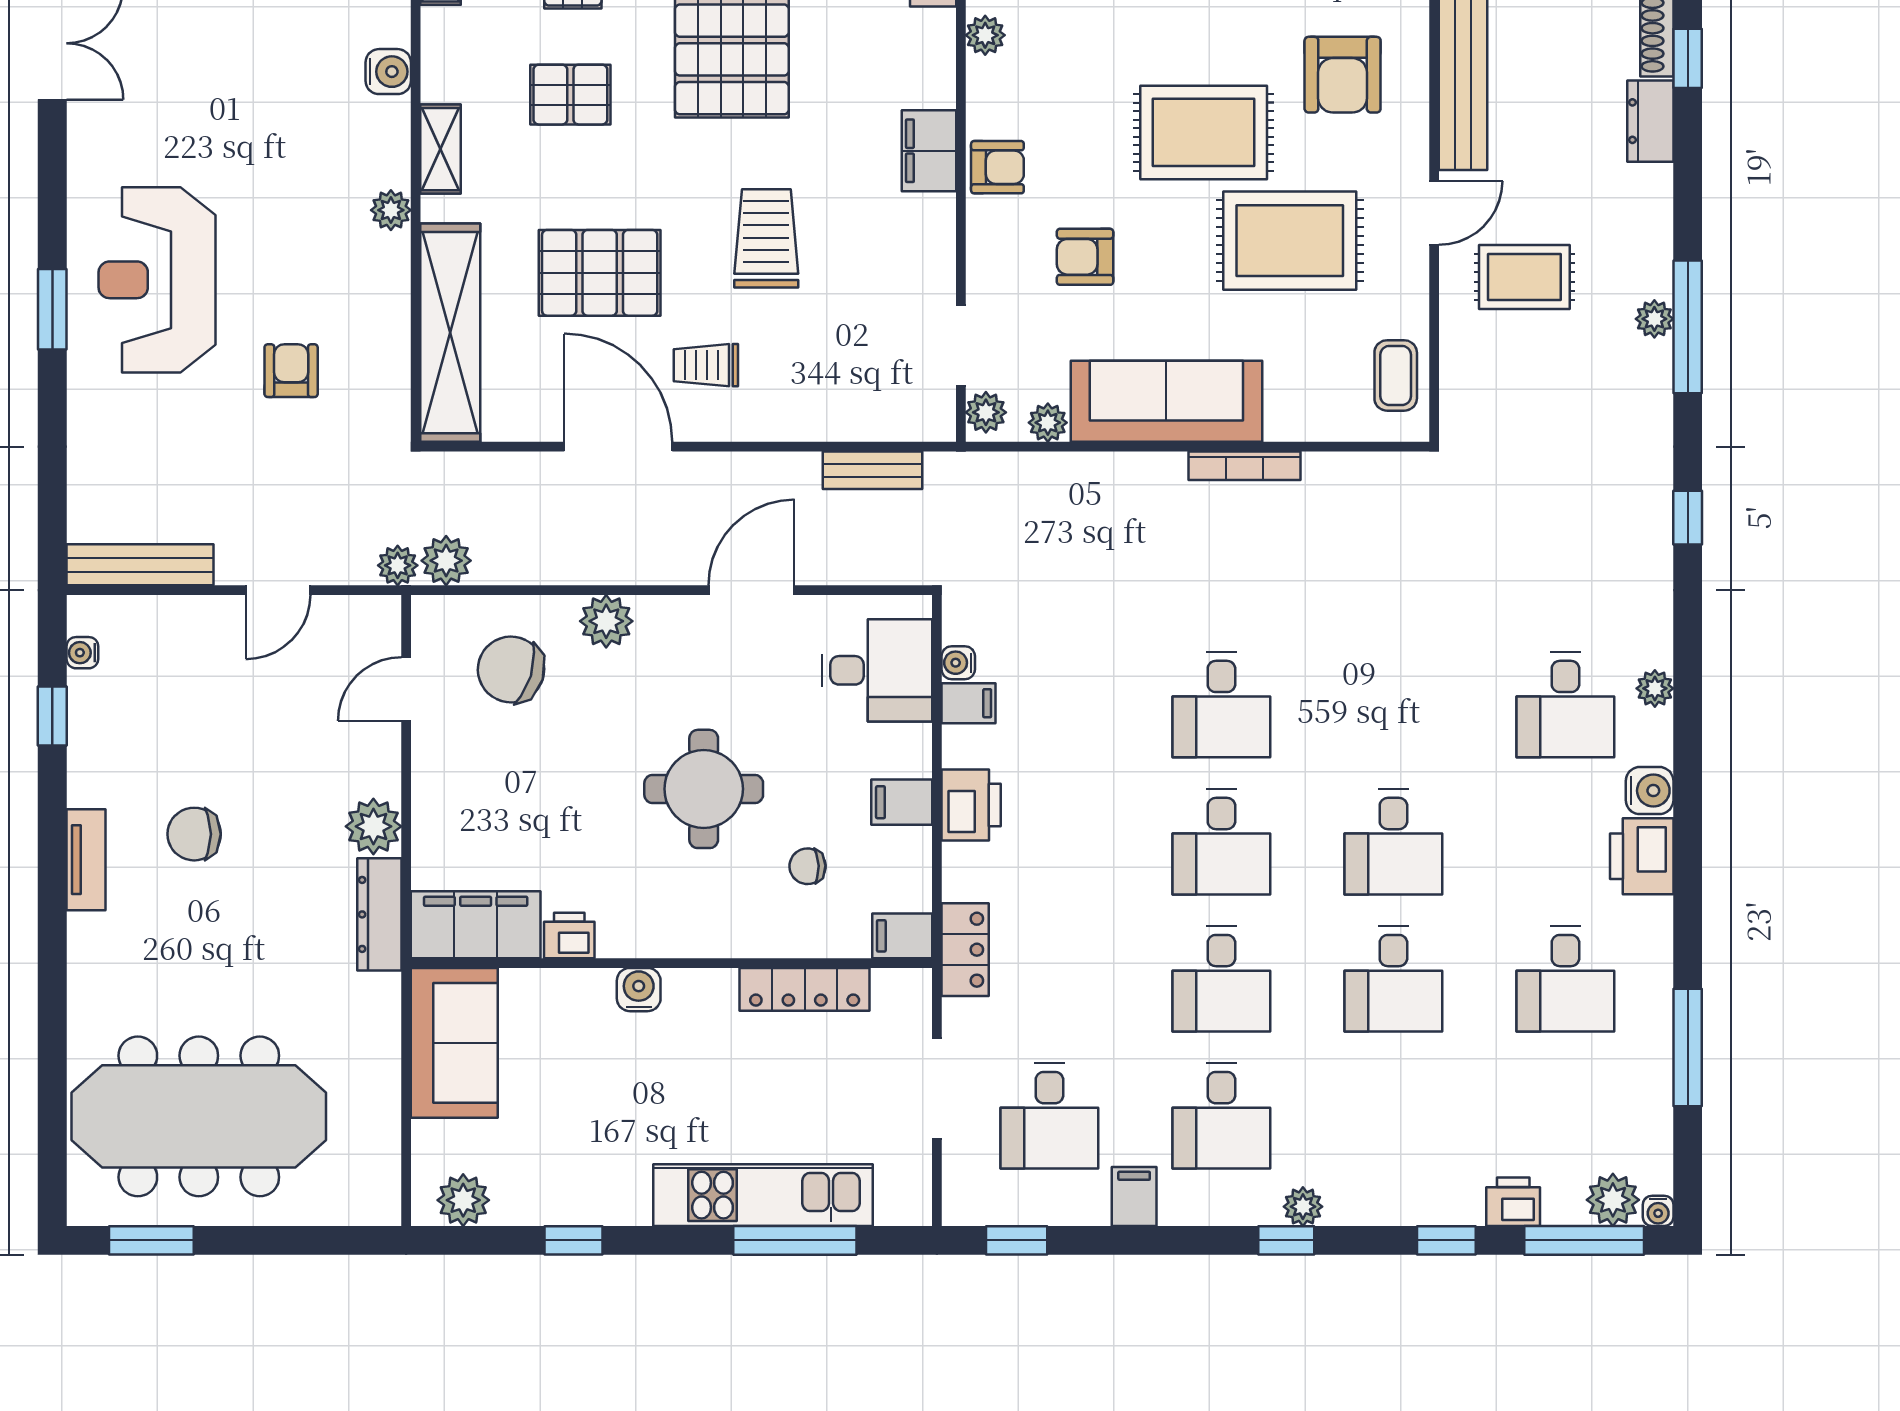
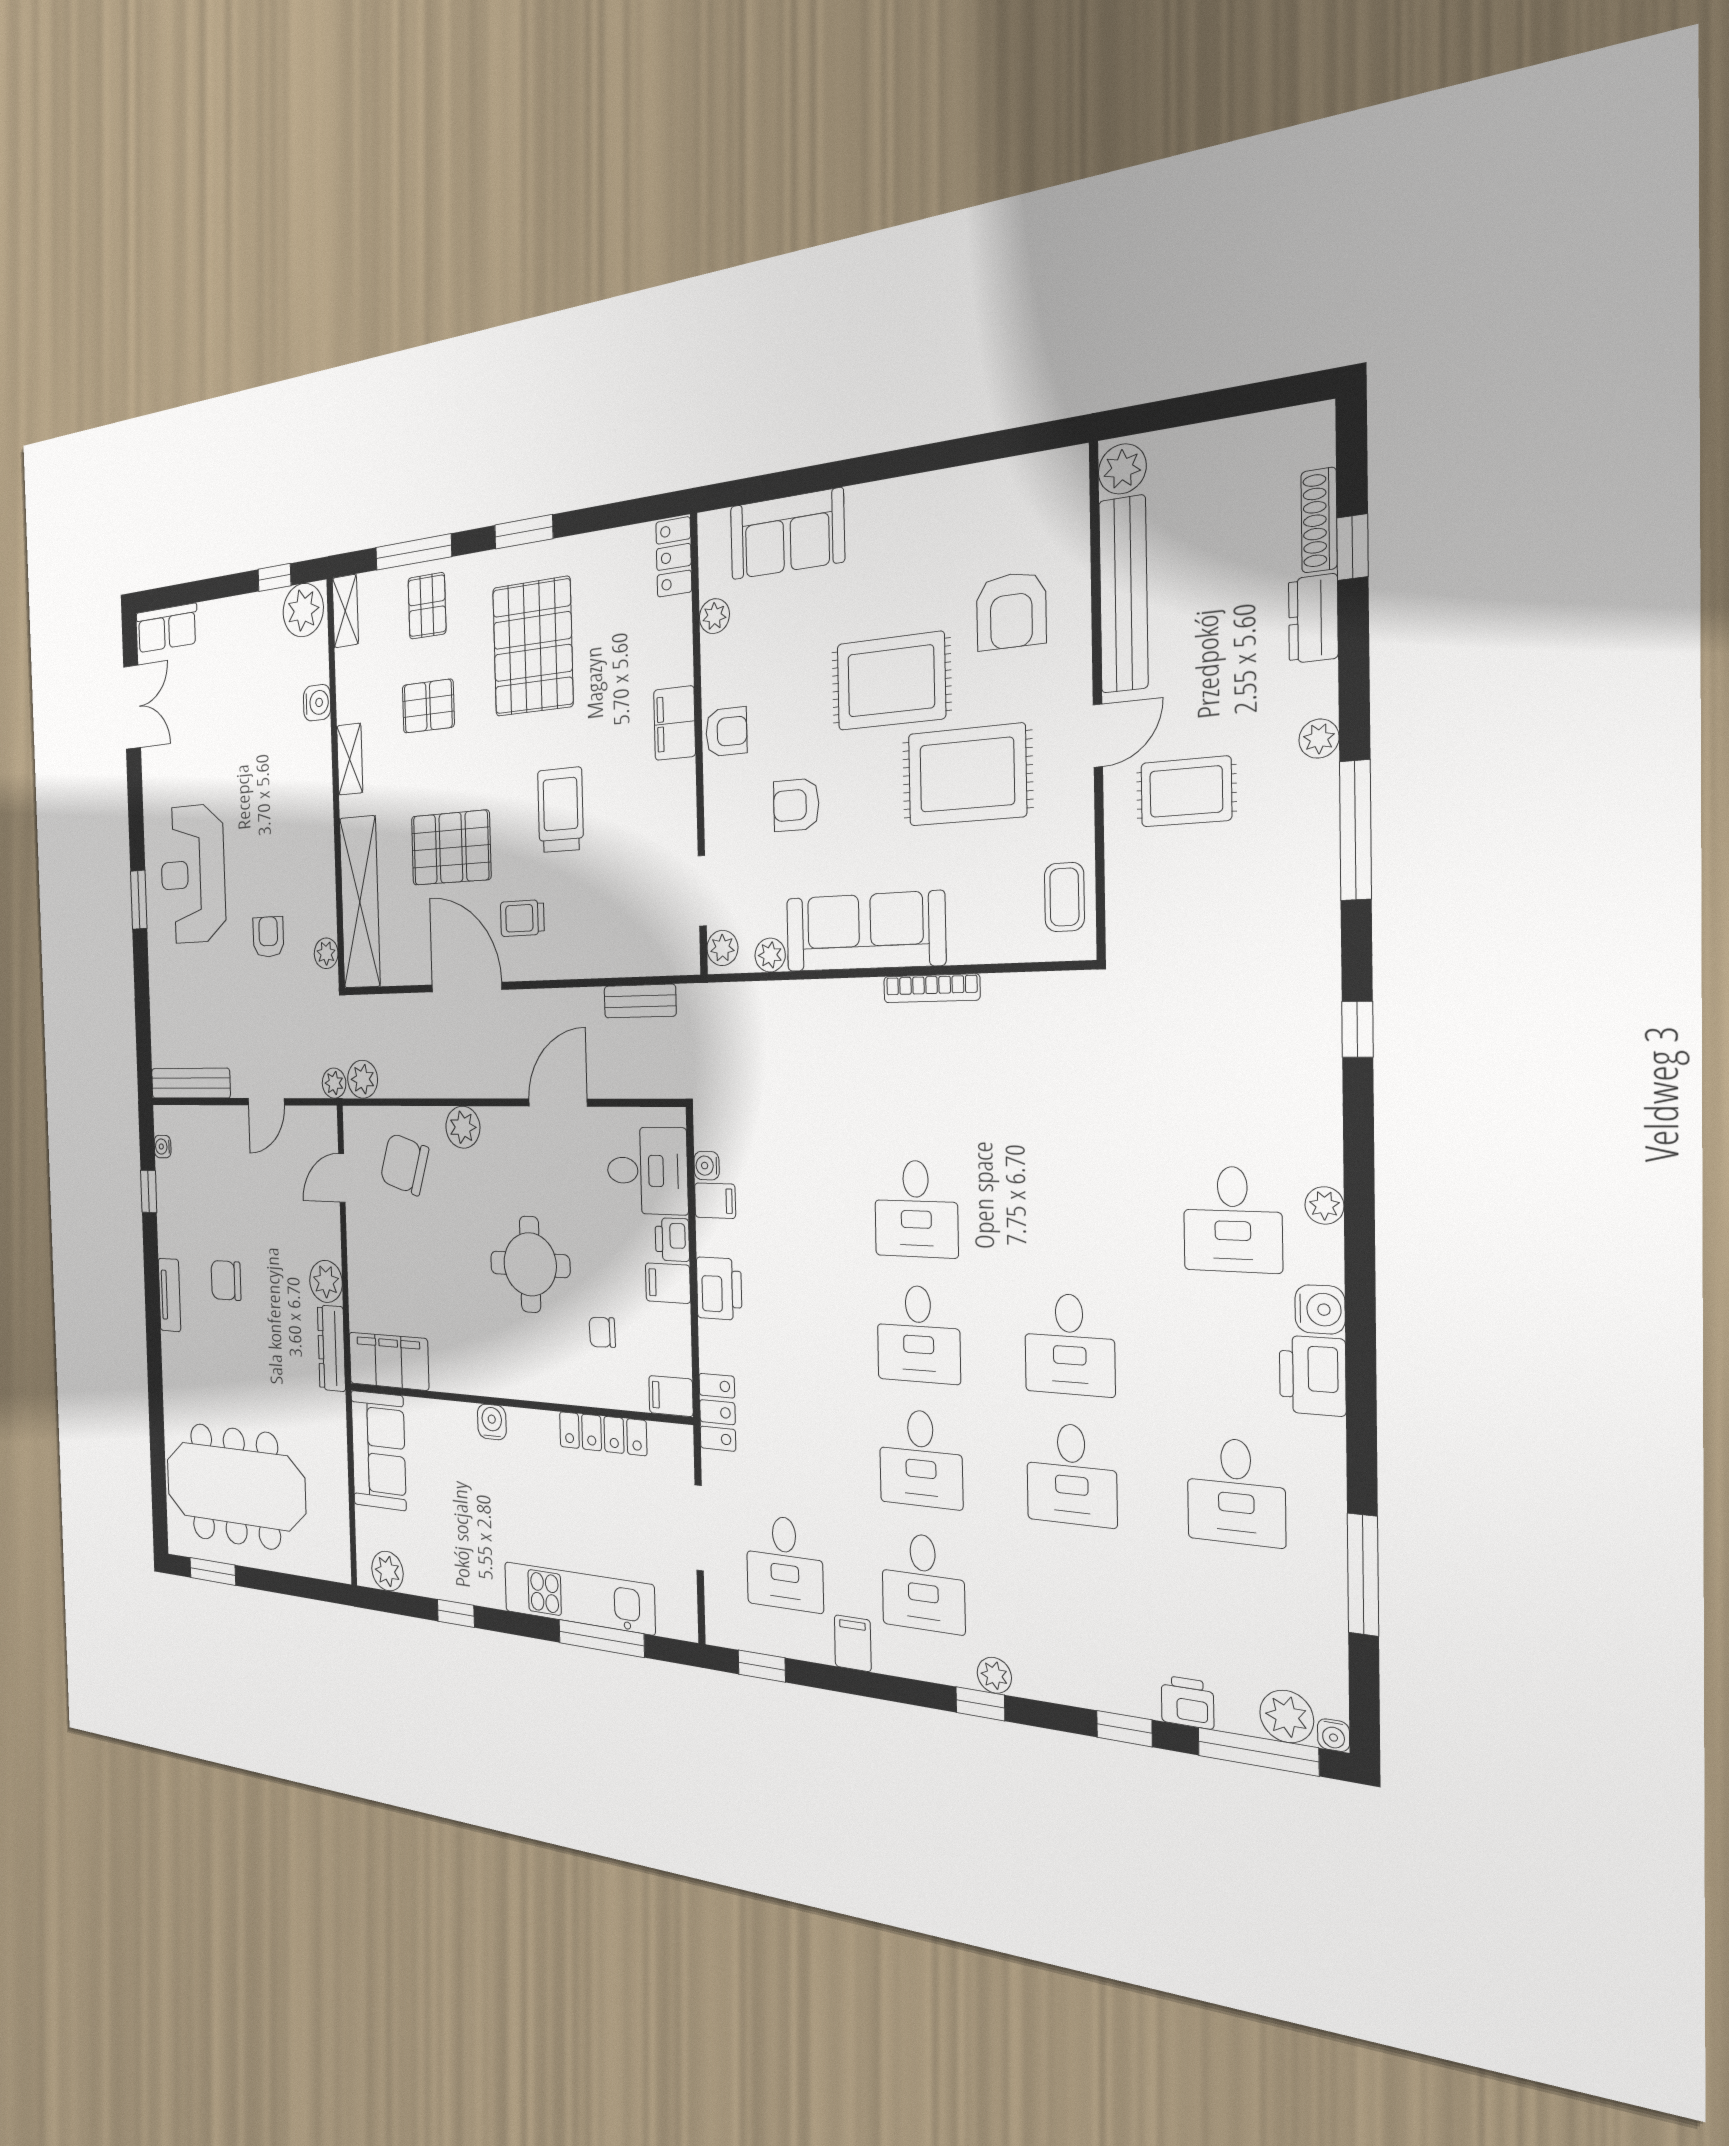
plant: (391, 210) -> (326, 953), moved
plant: (1654, 319) -> (1319, 739), moved
printer: (569, 935) -> (672, 1240), moved, turned -90

